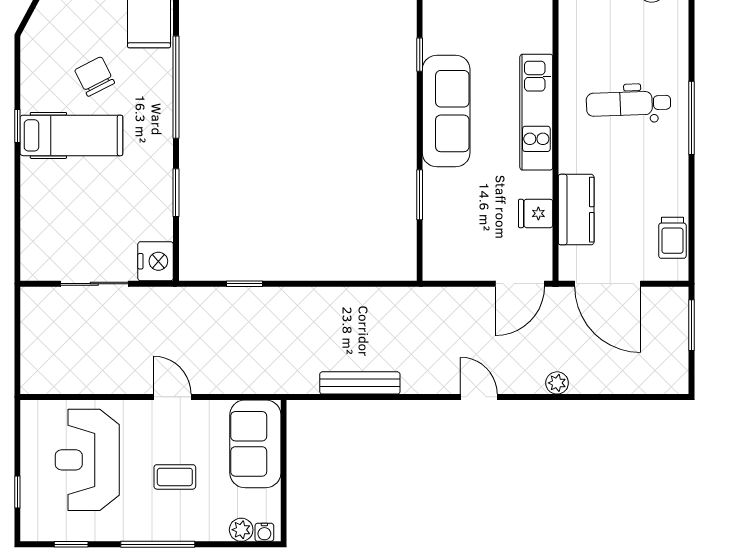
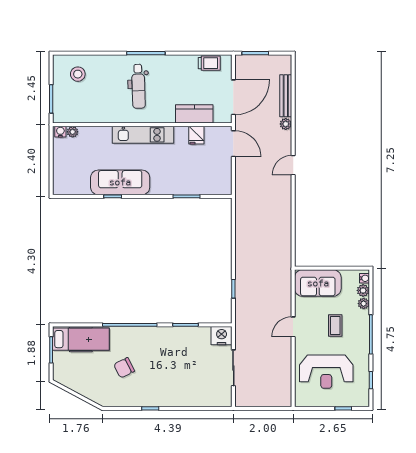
sofa: (446, 111) -> (120, 182), moved
hospital bed: (71, 135) -> (155, 380), removed
bench: (360, 383) -> (286, 96), moved
plant: (216, 531) -> (364, 304), added

